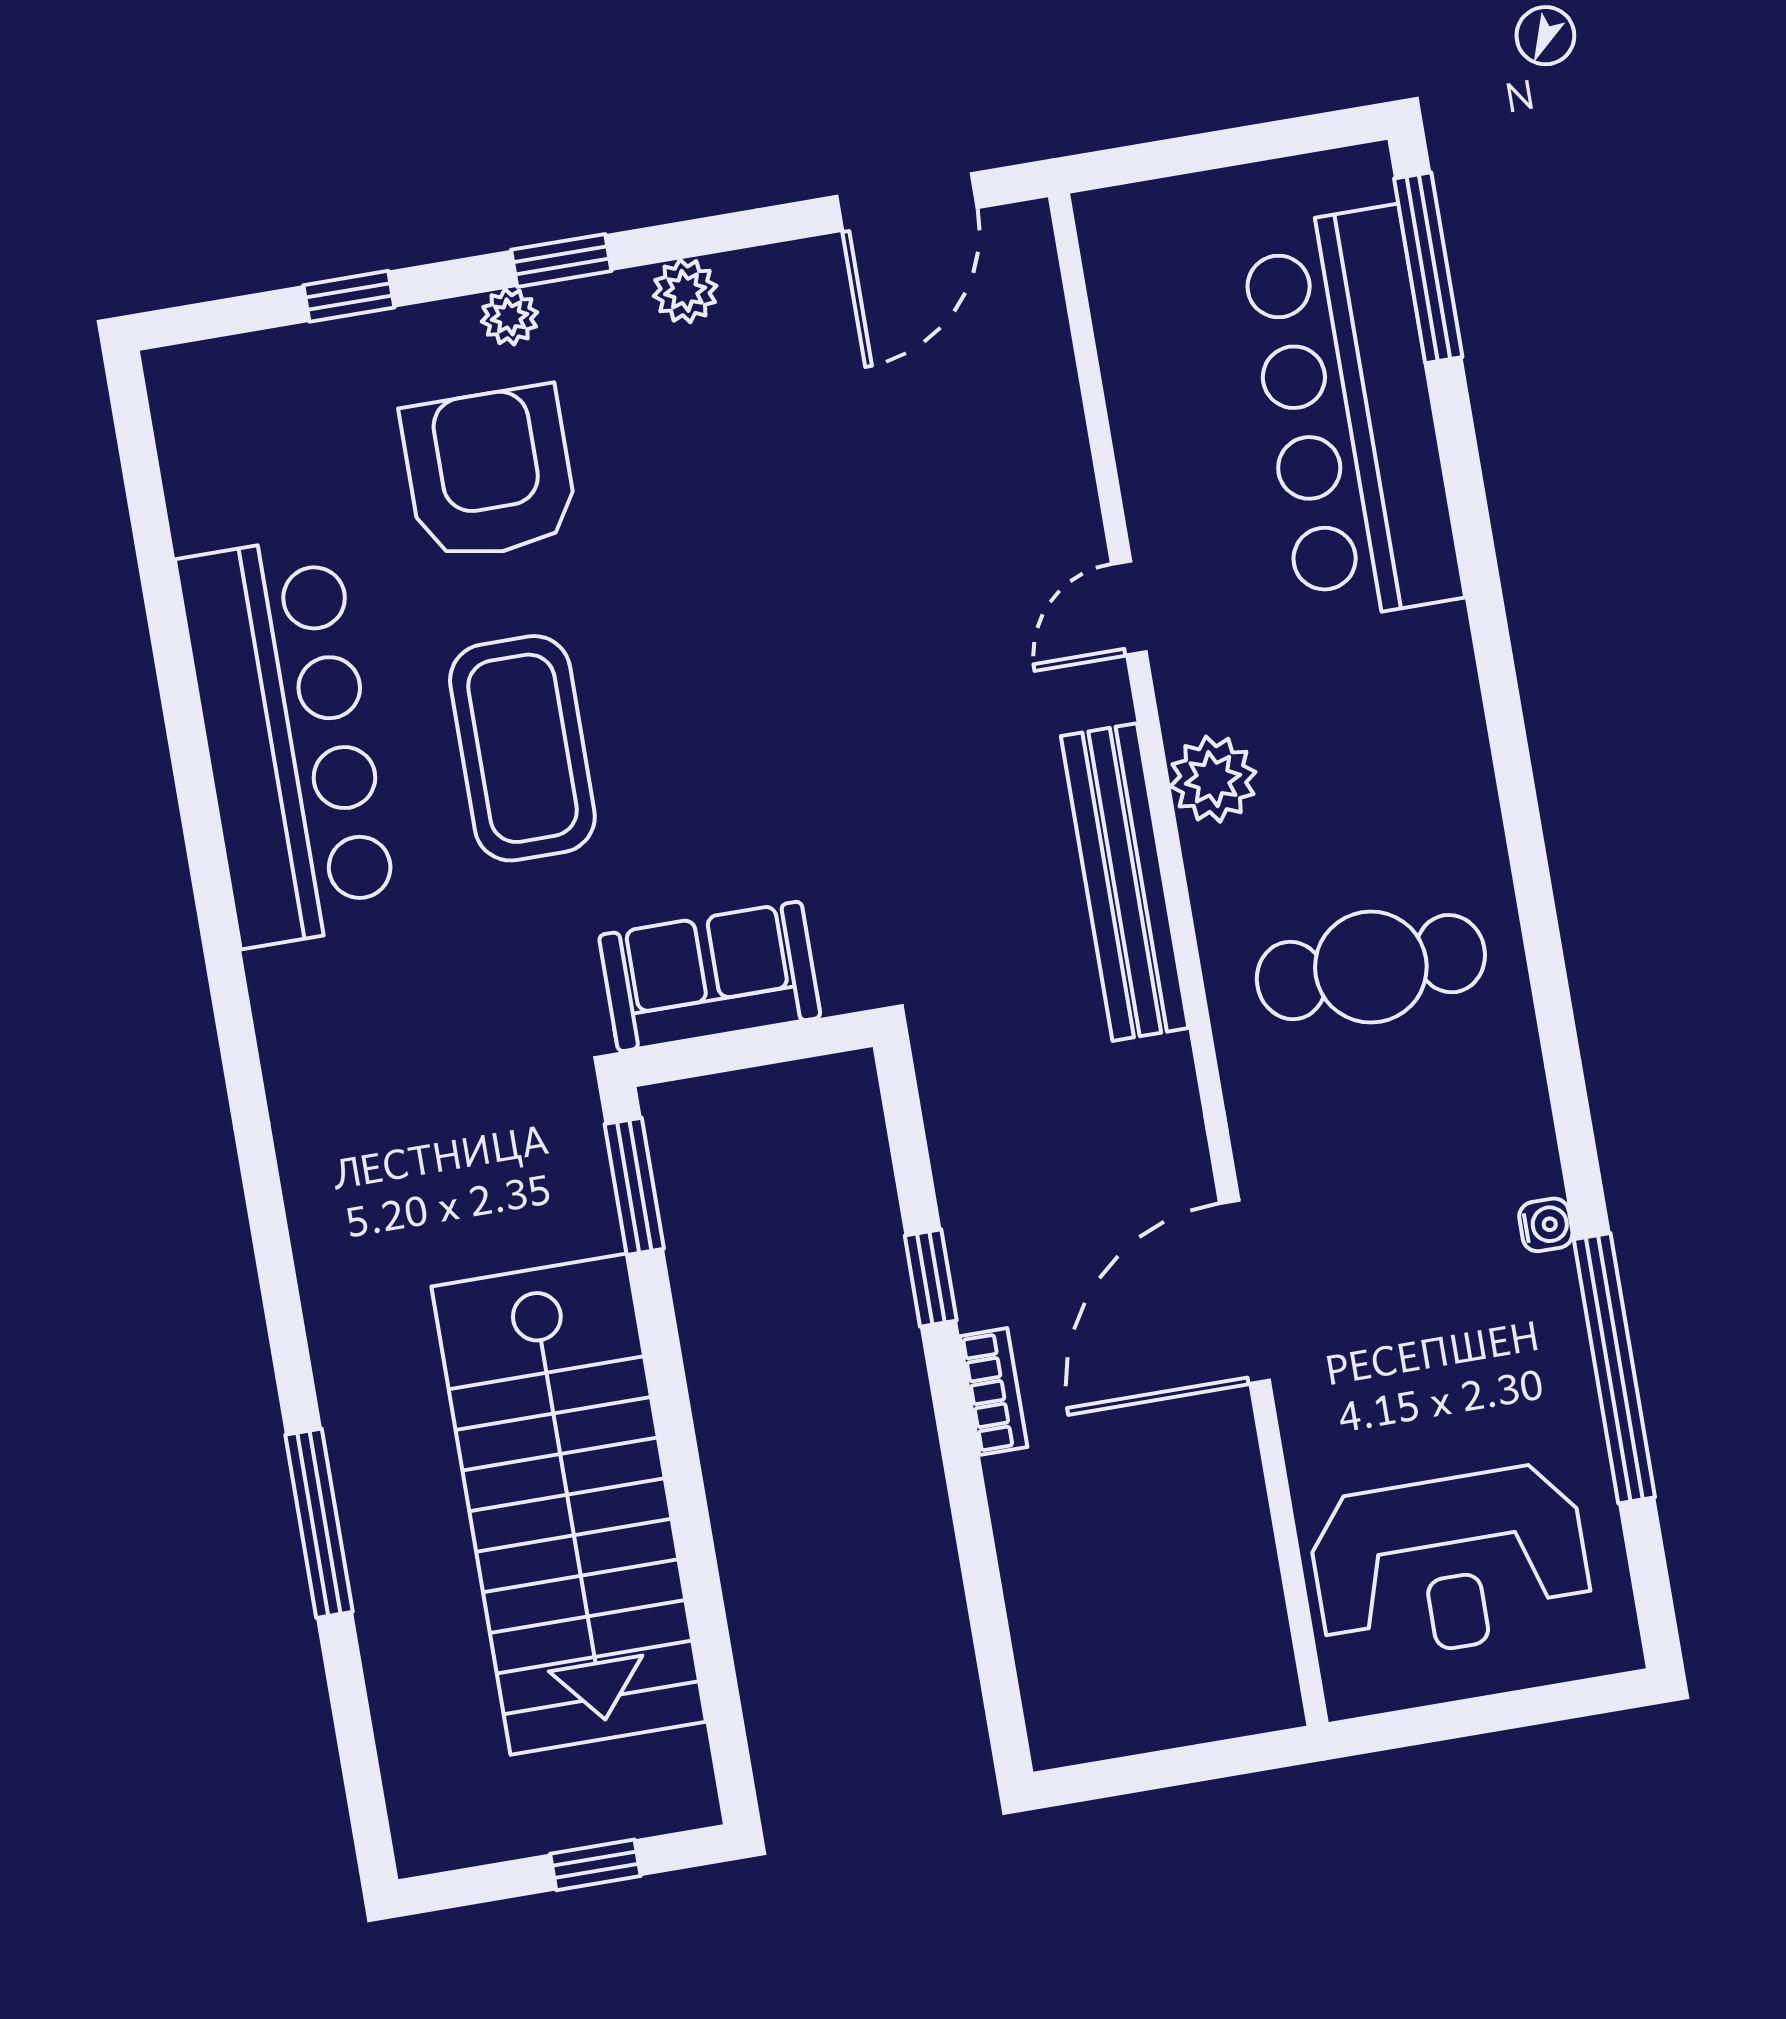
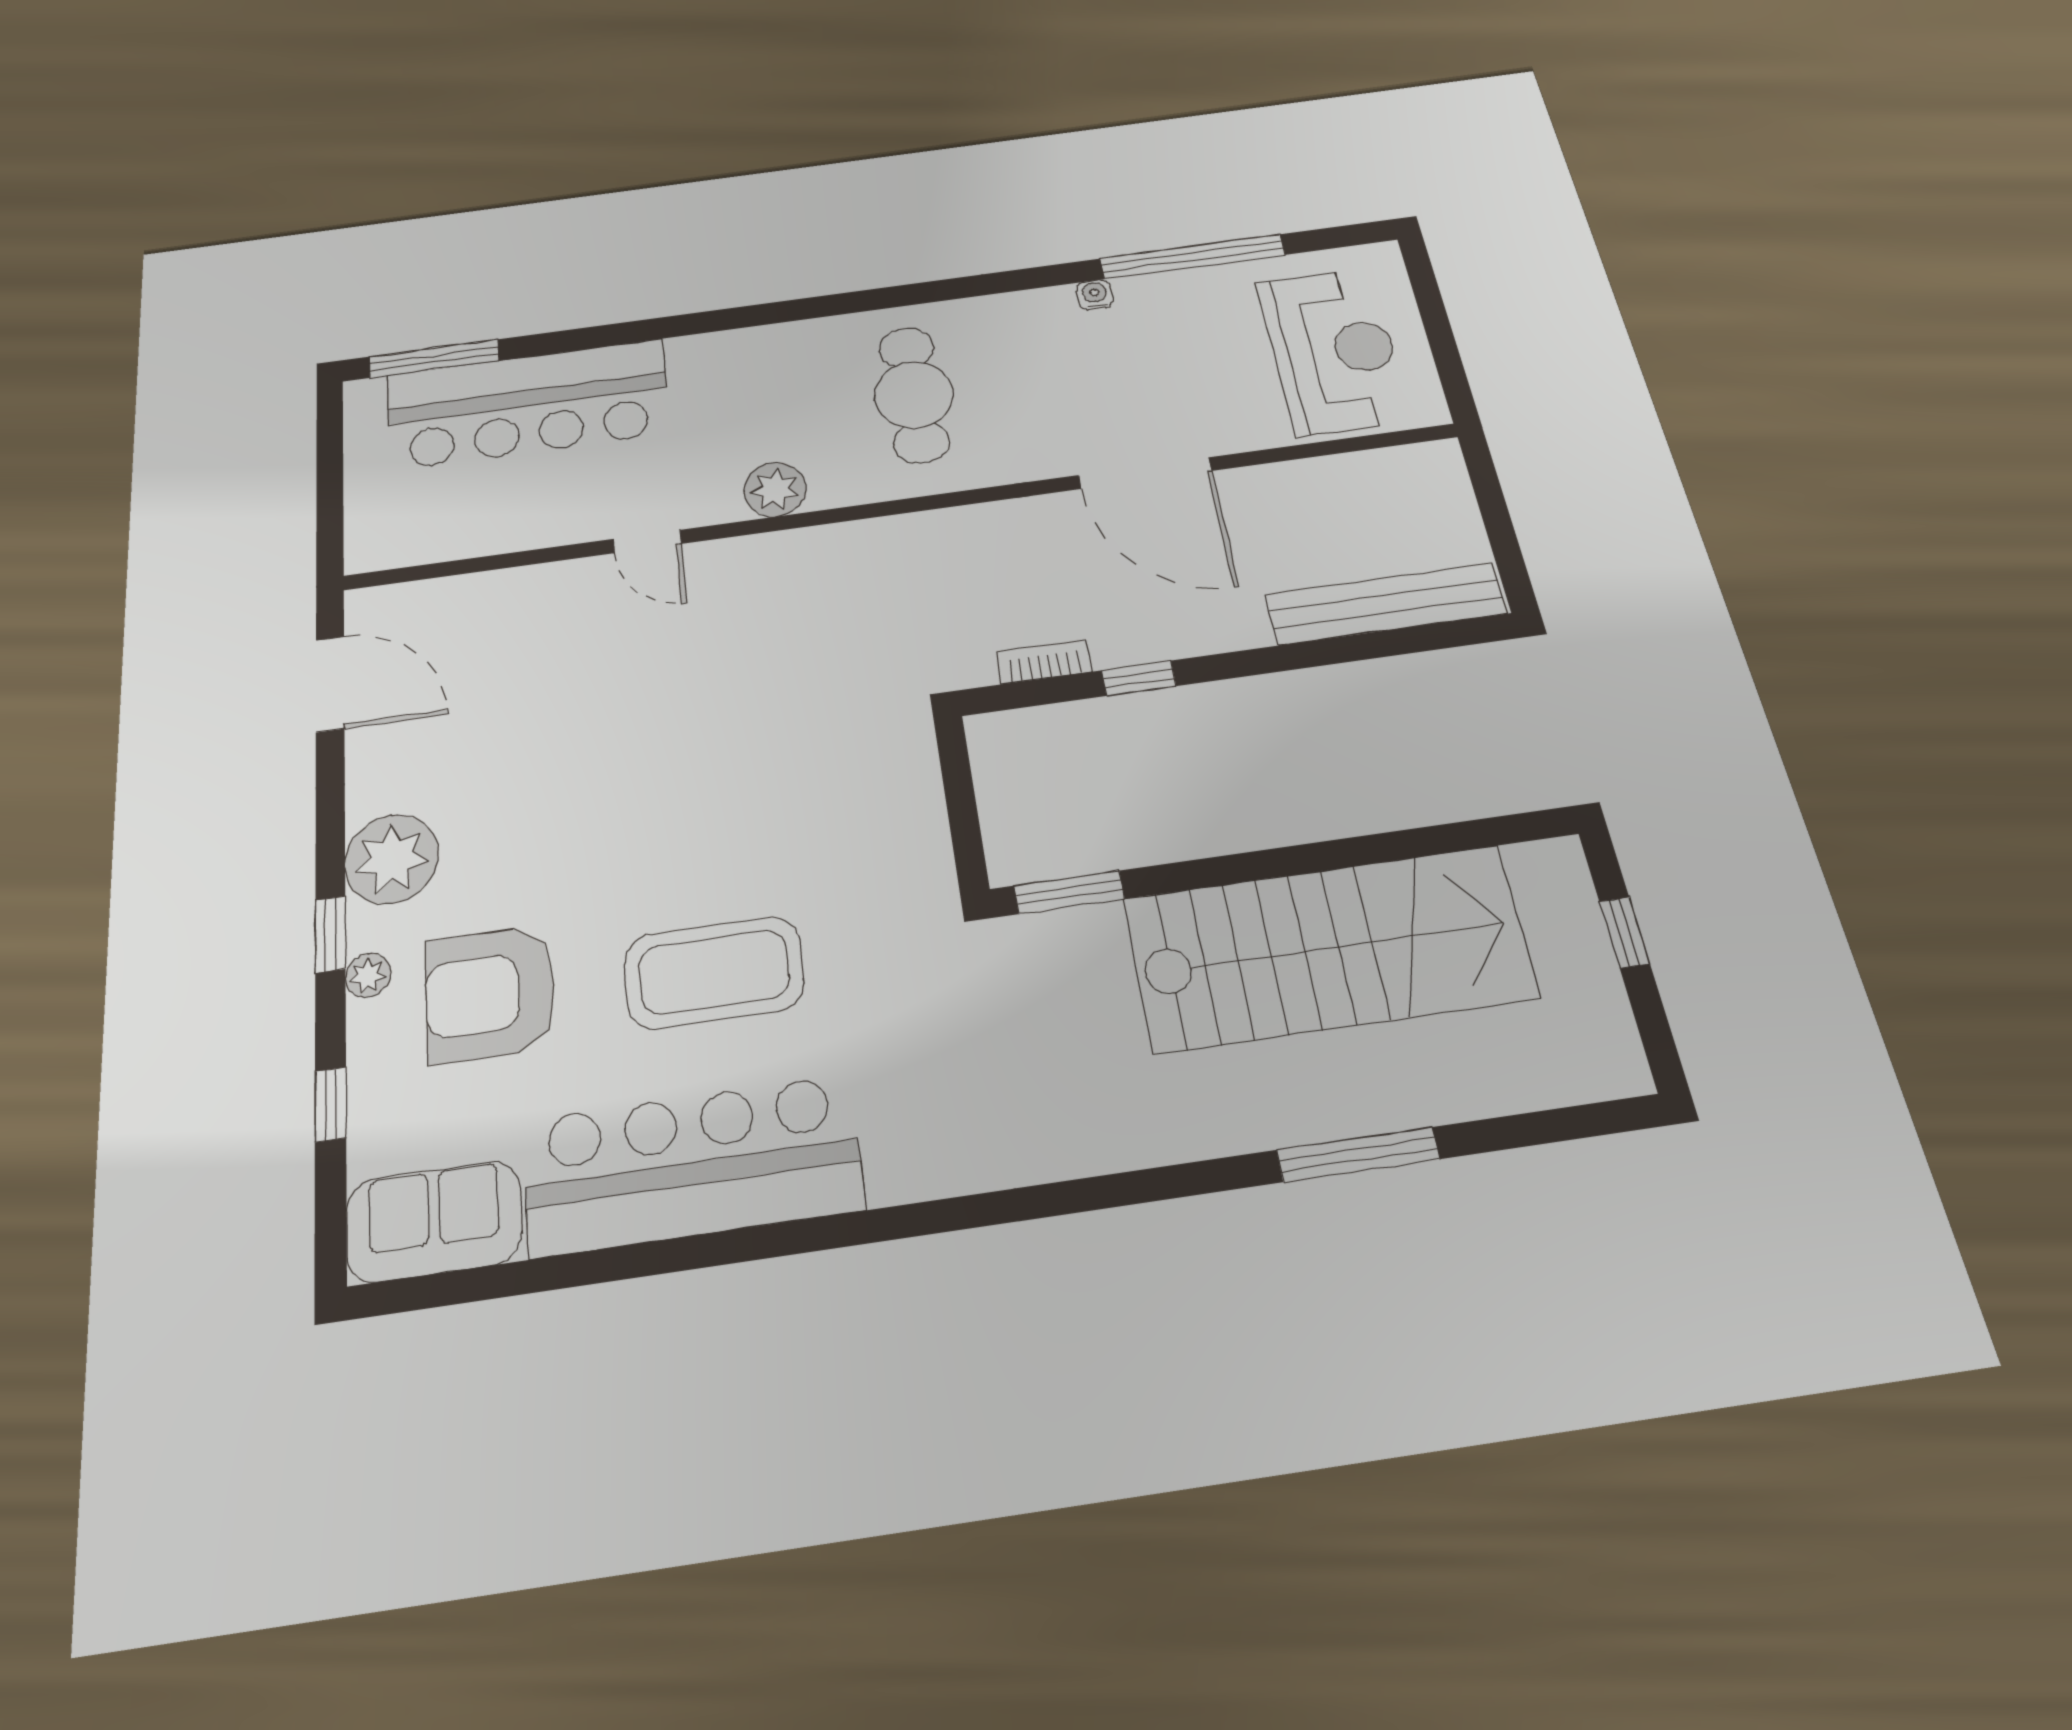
plant: (685, 291) -> (392, 859), width x1.88, depth x1.88
bench: (1125, 882) -> (1385, 604), moved
sofa: (710, 976) -> (434, 1222), moved, turned 90
bookcase: (993, 1392) -> (1044, 662), moved

